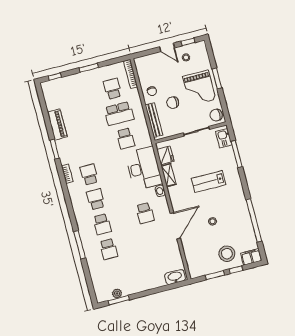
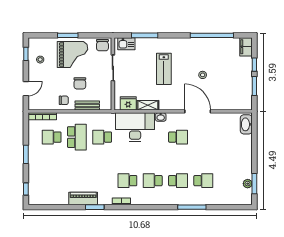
door: (167, 47) -> (26, 89), moved
bench: (154, 120) -> (87, 105), width x0.73
piano: (57, 125) -> (83, 199), moved
school desk: (126, 138) -> (102, 137), turned 180
stool: (227, 254) -> (237, 69), removed

